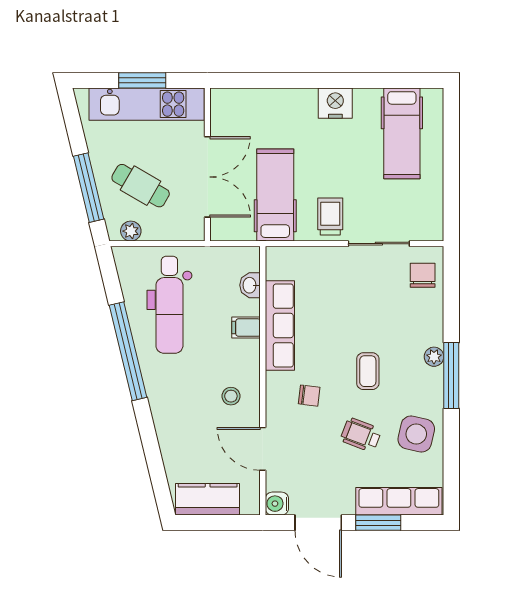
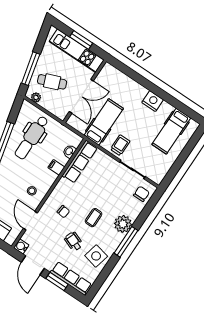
cafe table: (141, 186) -> (52, 82), turned -51
row of seats: (280, 326) -> (80, 162), moved
plant: (434, 357) -> (123, 224), width x1.88, depth x1.88

